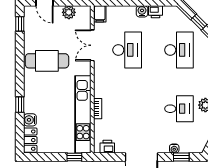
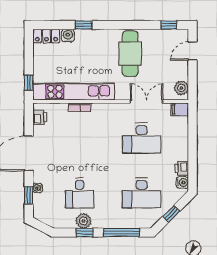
water cooler: (142, 11) -> (182, 183), moved
plant: (69, 12) -> (181, 88), moved

